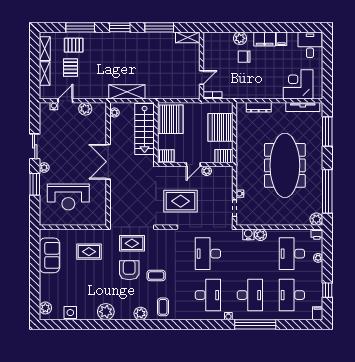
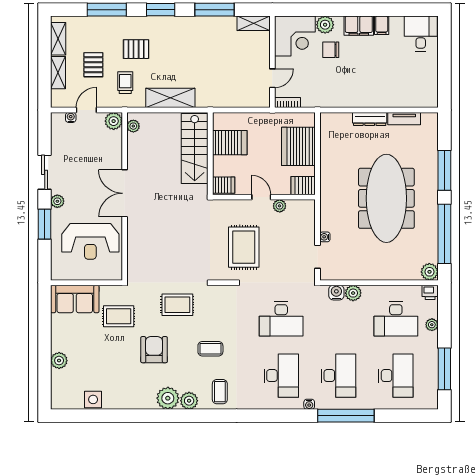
pallet: (74, 45) -> (136, 49), moved
trolley: (94, 81) -> (125, 83), added
corner desk: (298, 84) -> (295, 36), moved, turned 180
dresser: (259, 107) -> (370, 119), moved
tv unit: (303, 107) -> (404, 119), width x0.71
plant: (114, 113) -> (133, 126), moved
server rack: (170, 119) -> (230, 143), width x0.62
window: (327, 132) -> (444, 170), moved
double door: (108, 162) -> (125, 193), moved
wall: (108, 164) -> (125, 196), moved
door: (193, 165) -> (261, 197), swing flipped
rug: (181, 201) -> (244, 247), turned 90
desk: (208, 254) -> (281, 319), turned -90
desk: (292, 254) -> (396, 319), turned -90
sofa: (49, 255) -> (75, 299), moved, turned 90
armchair: (129, 270) -> (154, 350), moved
window: (327, 290) -> (444, 369), width x2.17
desk: (292, 295) -> (396, 376), turned 180
plant: (45, 308) -> (59, 361), moved
plant: (106, 312) -> (168, 398), moved
filing cabinet: (318, 313) -> (431, 400), removed

